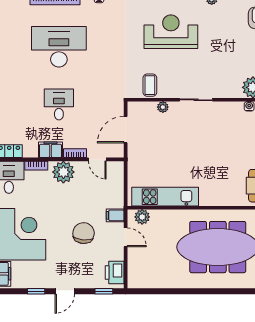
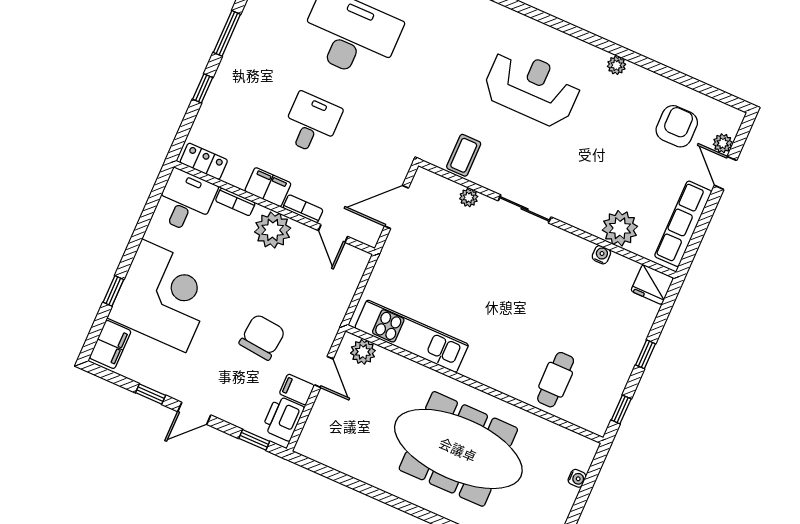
filing cabinet: (115, 215) -> (297, 390), moved

